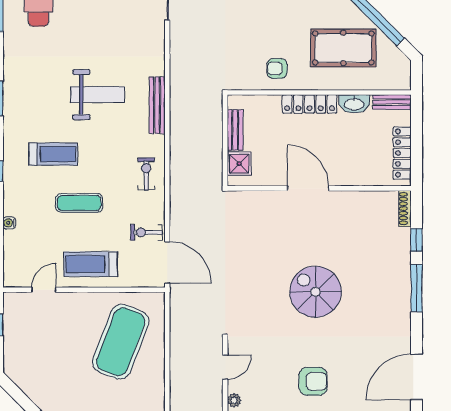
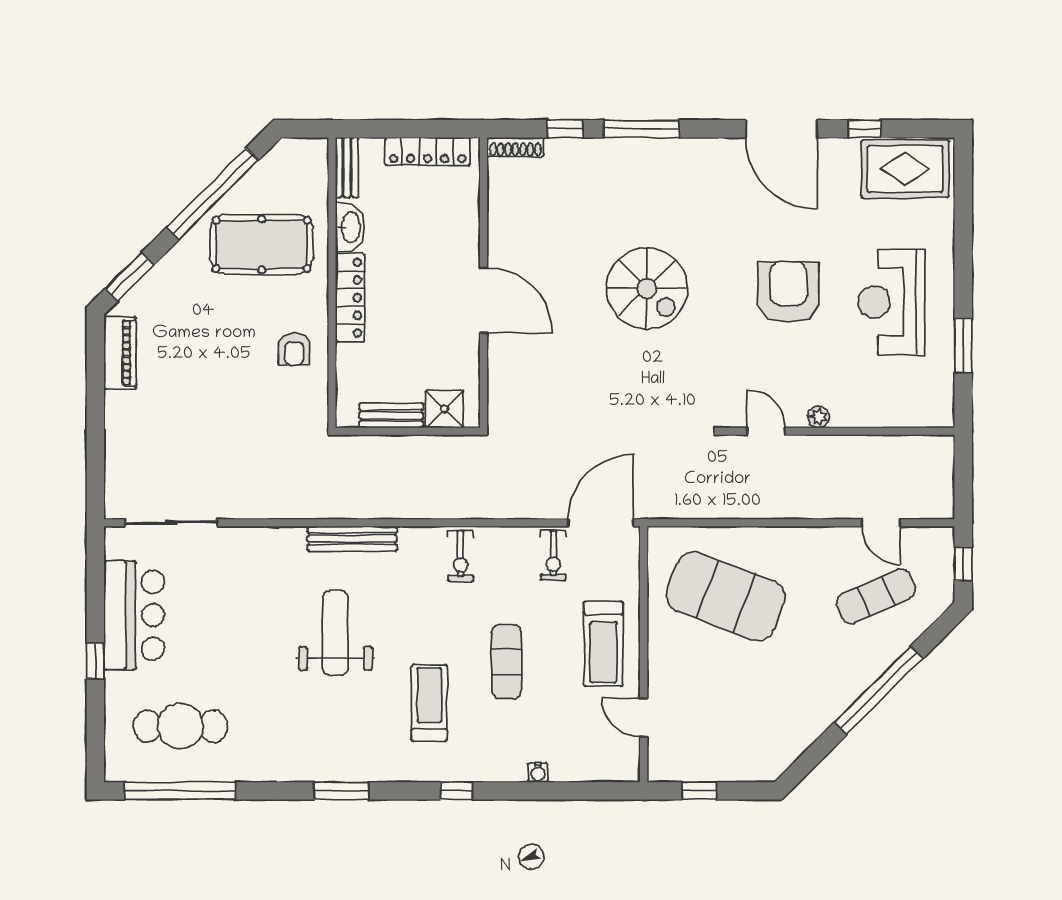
pool table: (343, 48) -> (262, 244), turned 90
exercise bike: (146, 174) -> (461, 556), turned -90
door: (308, 188) -> (484, 300), swing flipped
spiral stairs: (315, 292) -> (647, 288), turned -90
armchair: (313, 381) -> (788, 292), width x1.36, depth x1.36

